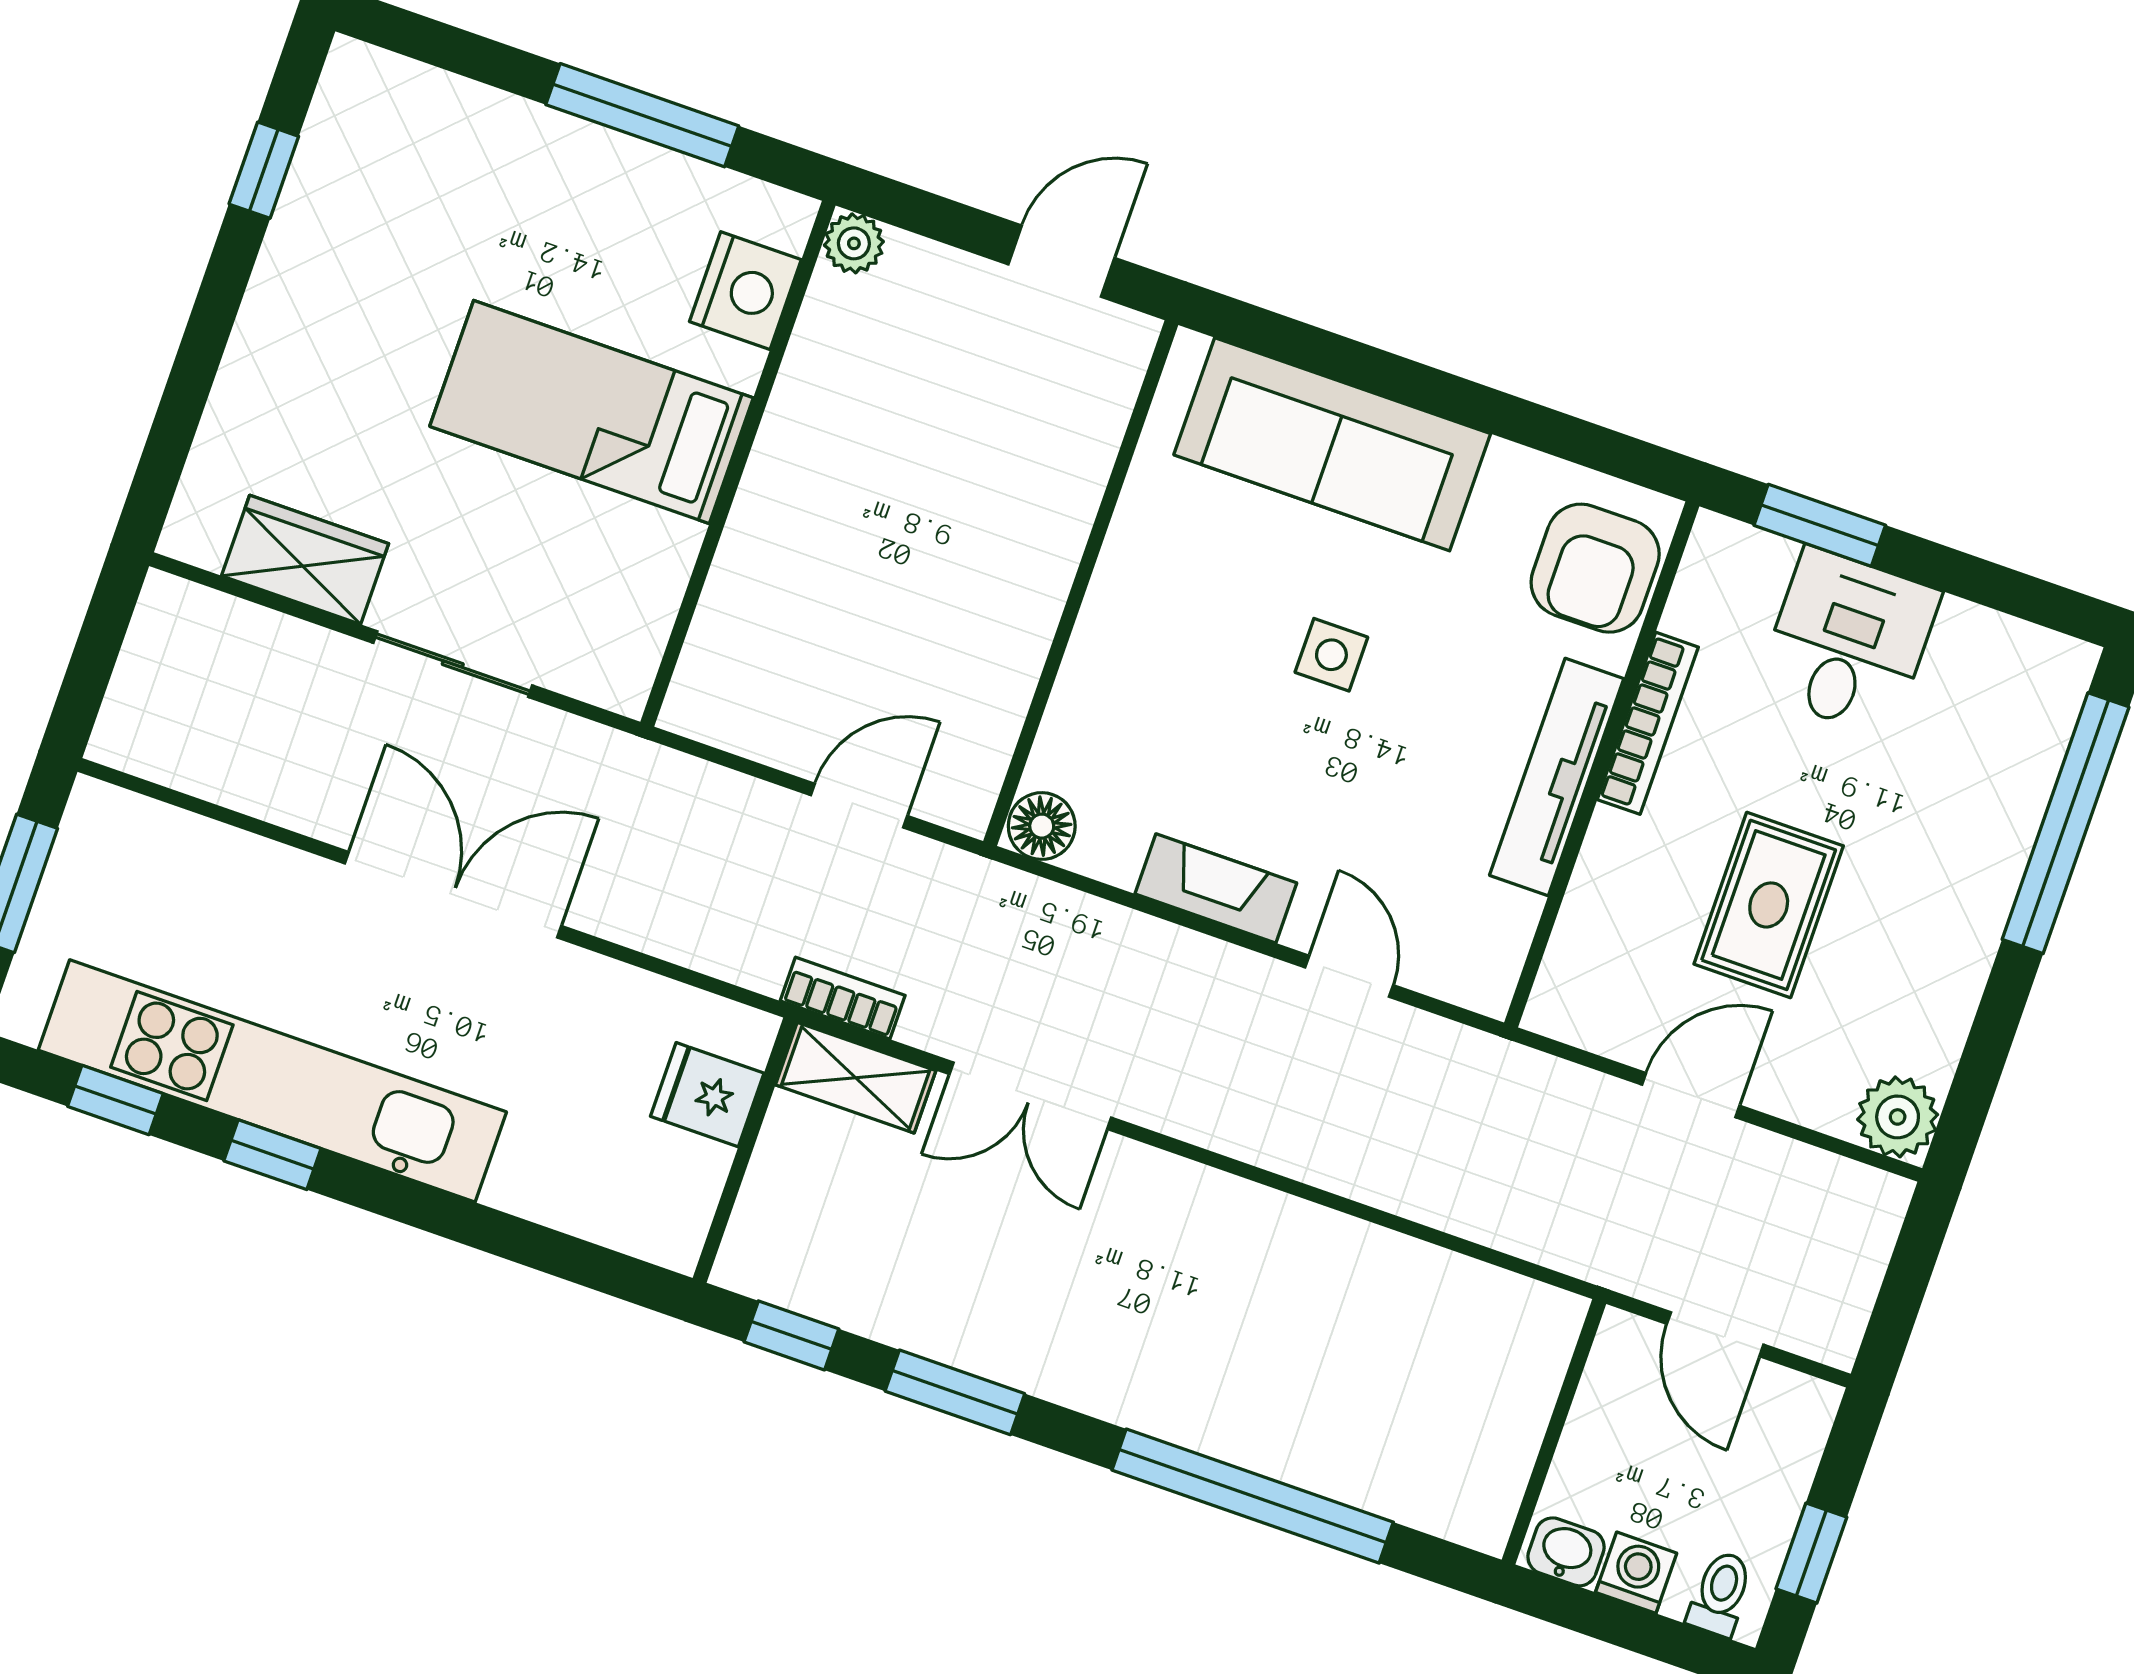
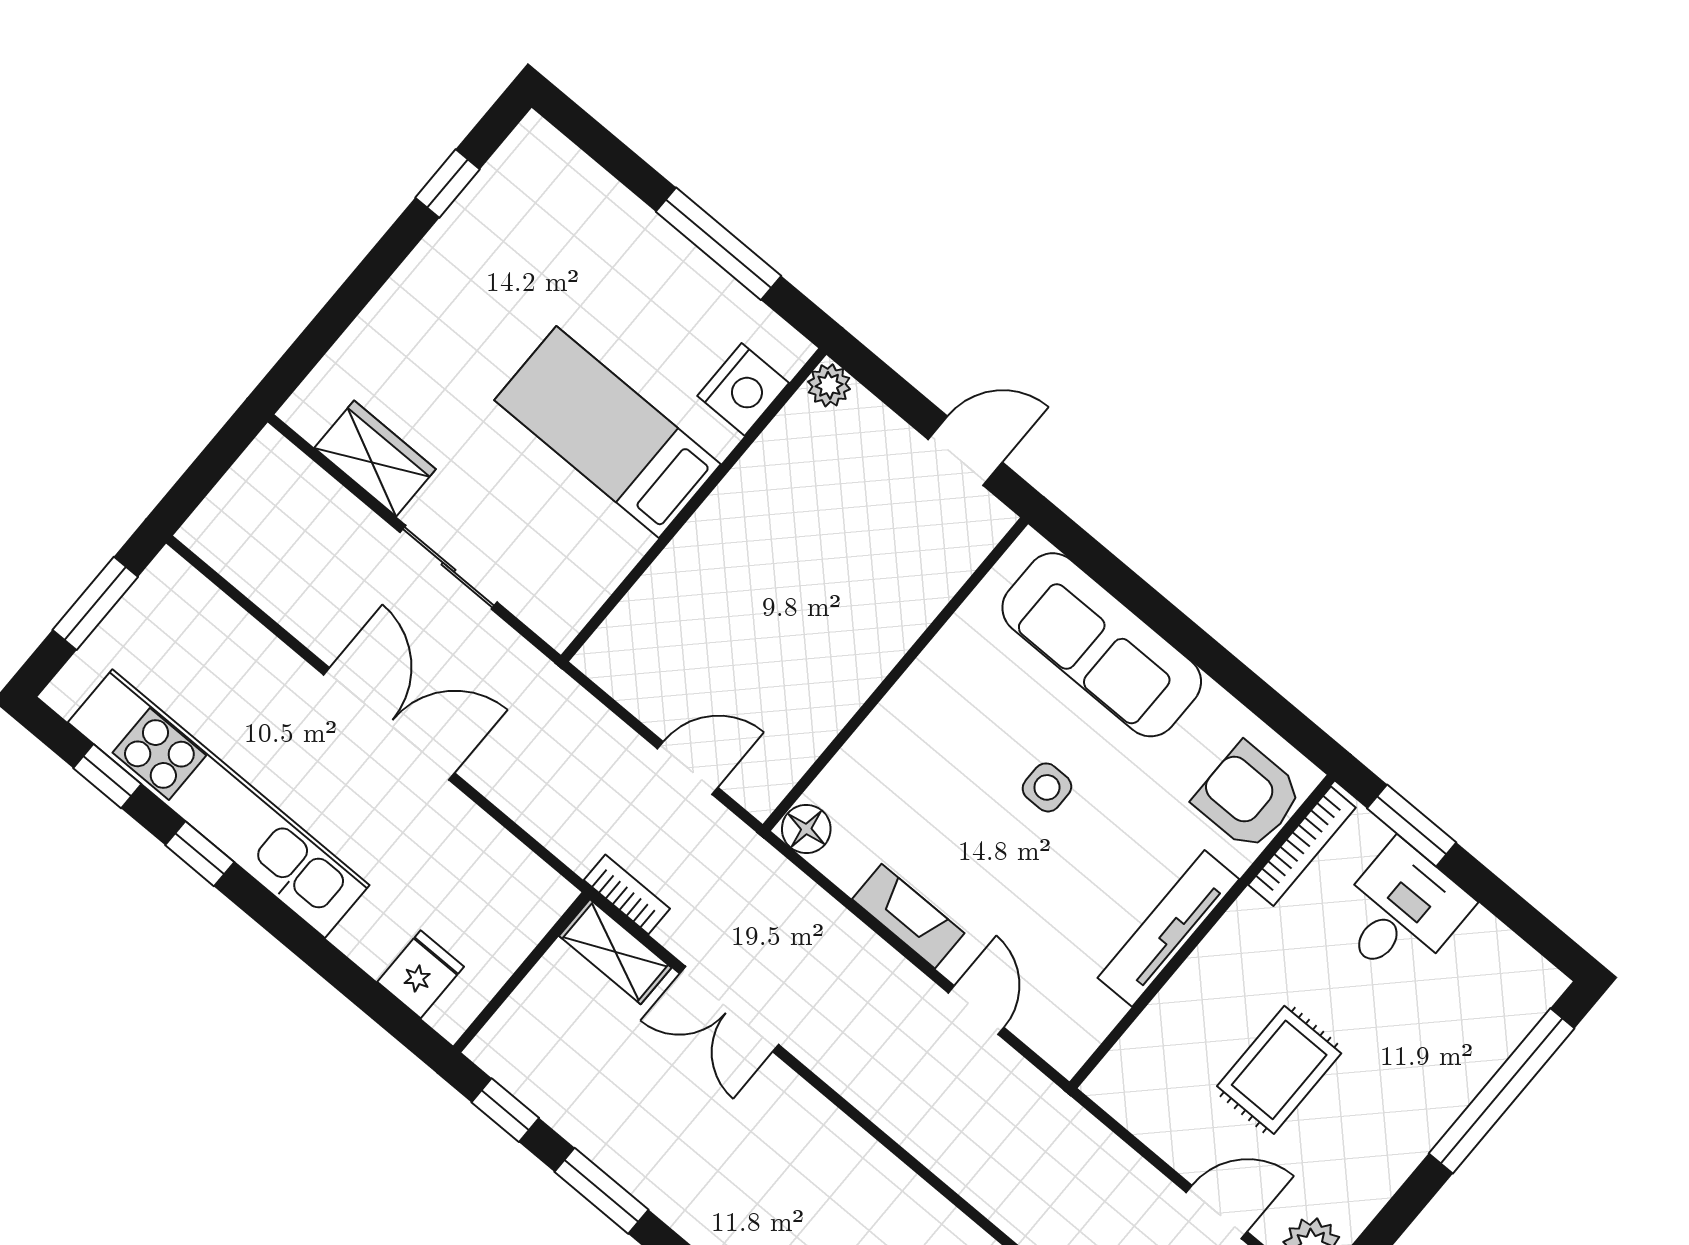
armchair: (1595, 568) -> (1248, 797), turned 90
bookcase: (1648, 723) -> (1302, 846), moved
fridge: (707, 1095) -> (421, 974), moved, turned 90
door: (1691, 1095) -> (1217, 1212), moved

